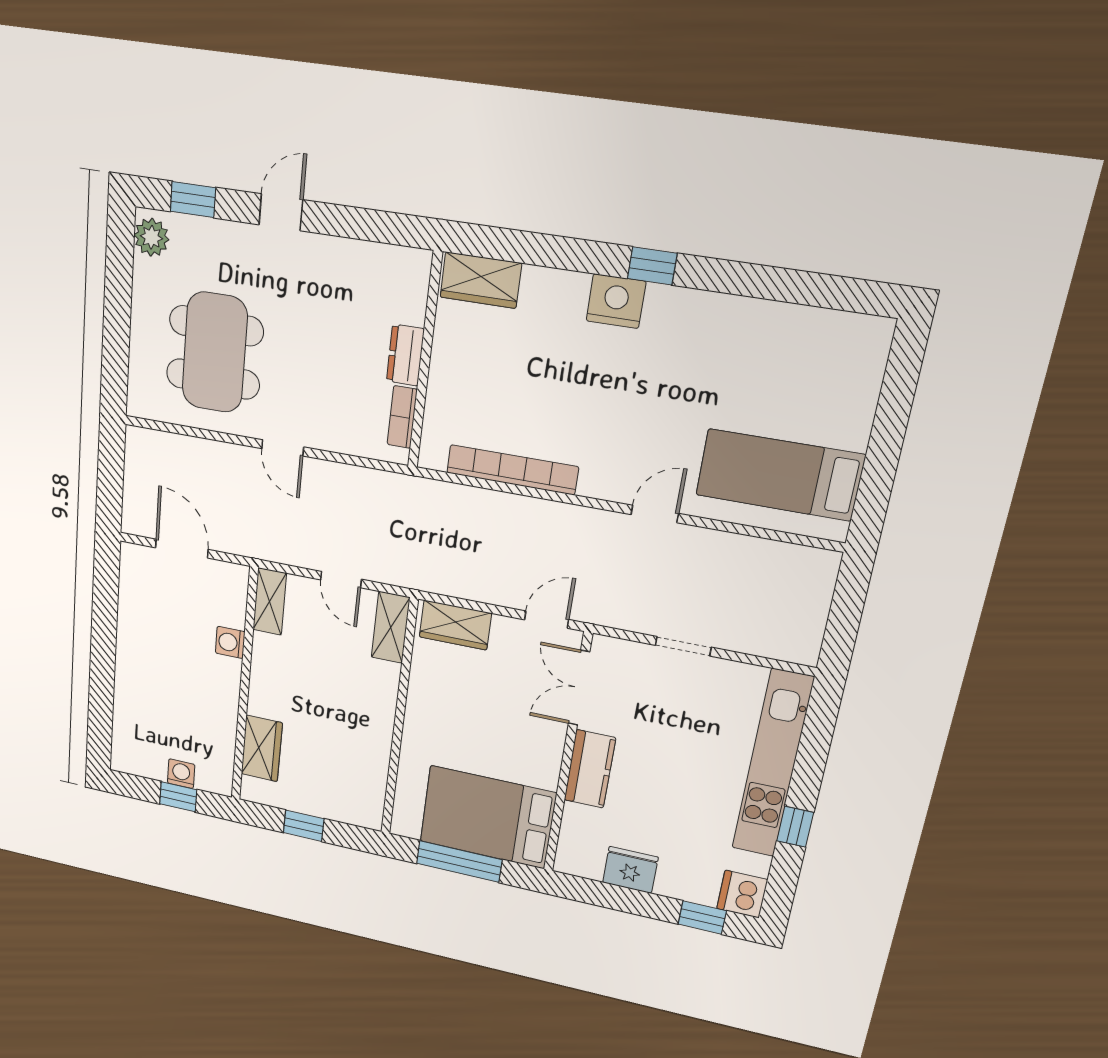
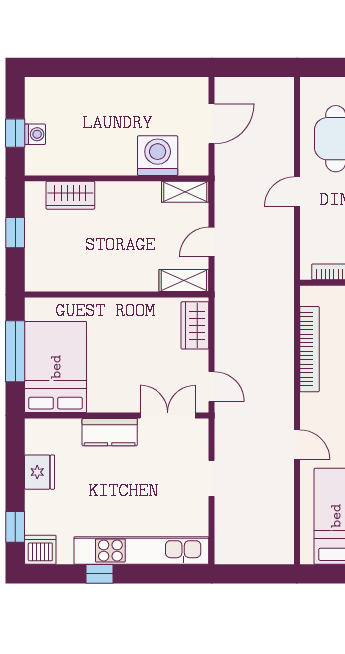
washing machine: (230, 642) -> (158, 156), width x1.89, depth x1.89

